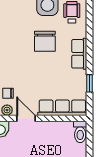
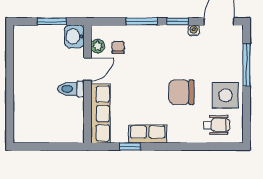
row of seats: (79, 54) -> (148, 134), moved
toilet: (80, 132) -> (71, 89), moved

